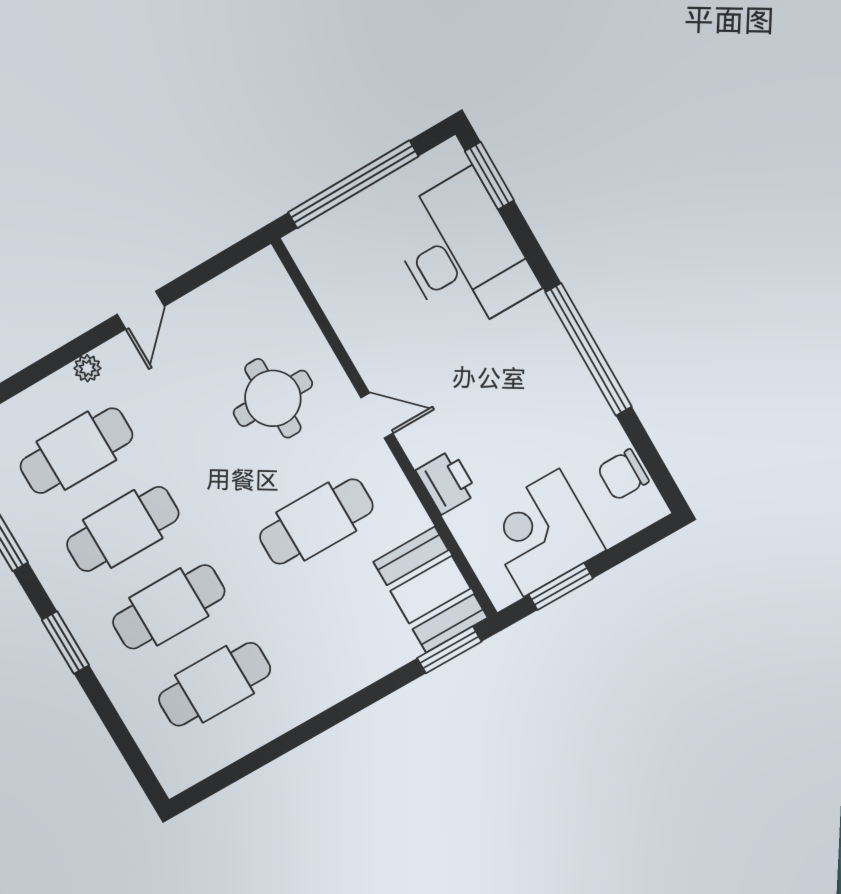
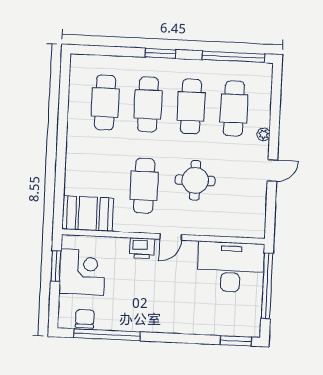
desk: (462, 253) -> (231, 267), moved, turned 180
door: (141, 310) -> (272, 171), swing flipped
window: (589, 349) -> (107, 335), moved
round table: (273, 398) -> (195, 180), moved
printer: (447, 482) -> (142, 248), moved
window: (449, 650) -> (59, 206), removed

